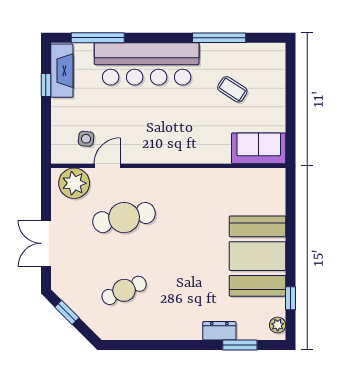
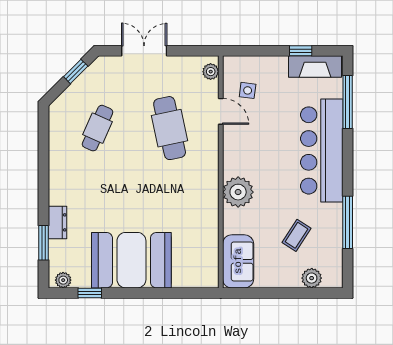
plant: (276, 74) -> (312, 278), added
plant: (189, 148) -> (238, 192), added
plant: (74, 183) -> (211, 72), width x0.53, depth x0.53
cafe table: (124, 290) -> (98, 128), turned 48

